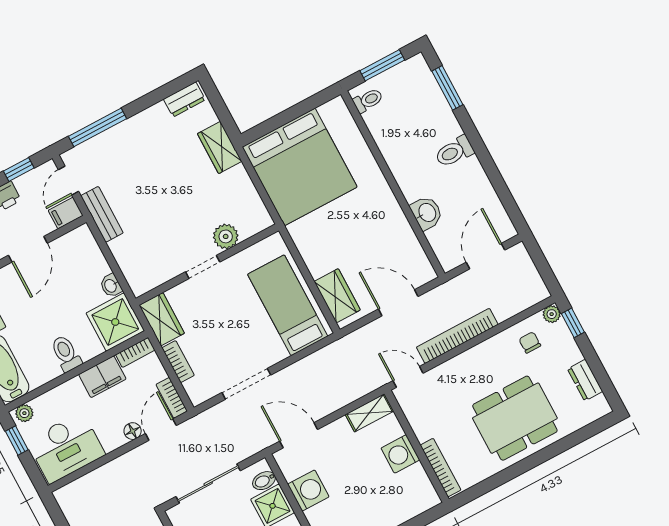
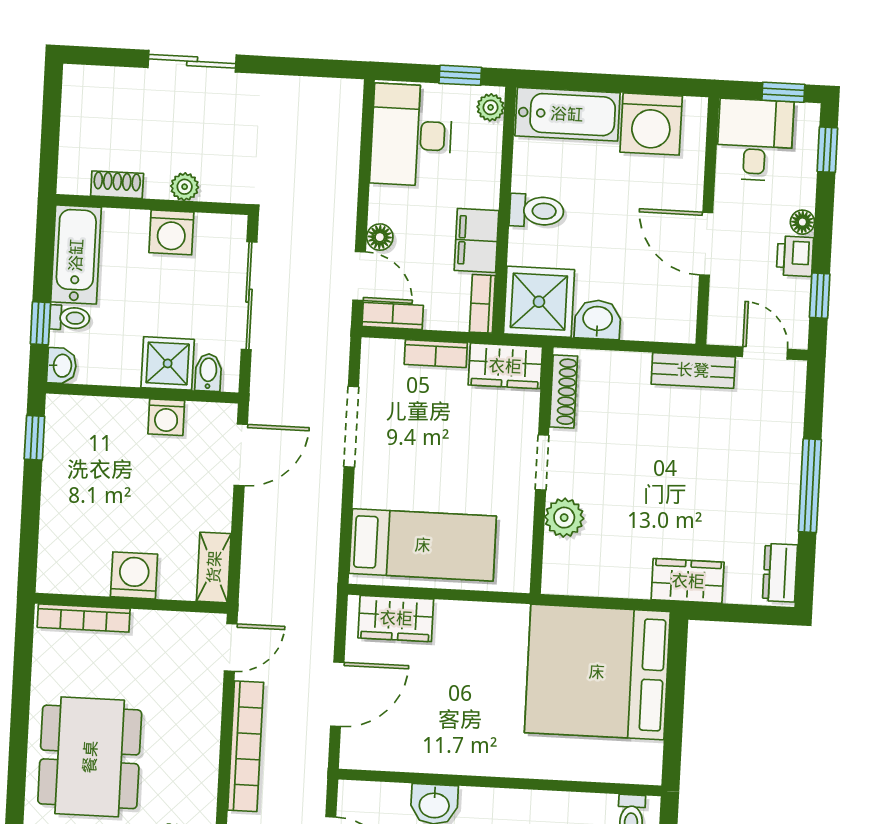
window: (97, 127) -> (810, 486), moved
filing cabinet: (66, 213) -> (724, 323), removed
shoe rack: (157, 279) -> (563, 391), added
washbasin: (111, 286) -> (598, 320), width x1.38, depth x1.45
washing machine: (308, 491) -> (166, 417), width x0.73, depth x0.73

